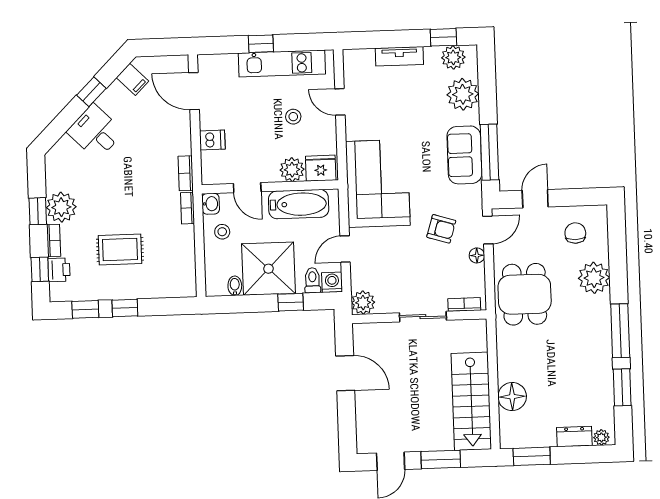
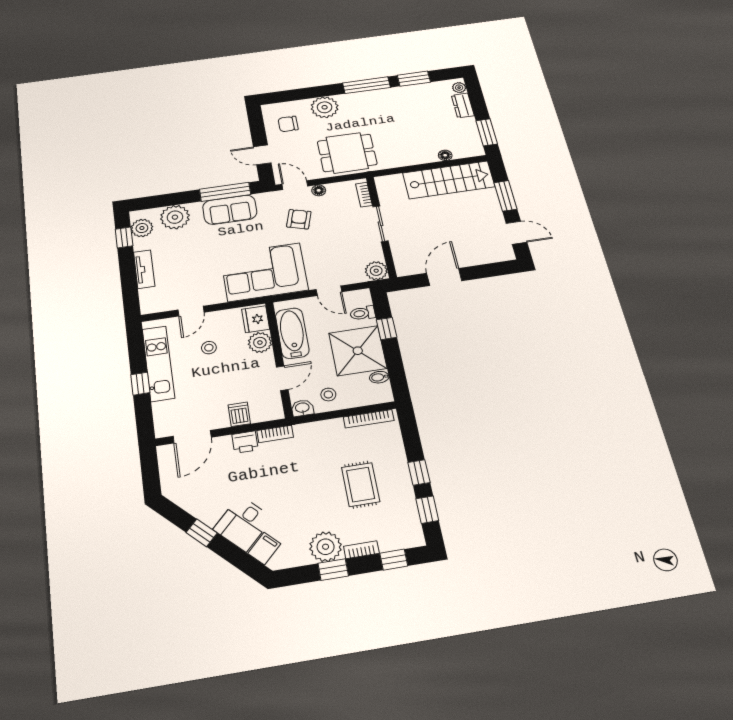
filing cabinet: (132, 79) -> (264, 549), moved
bookcase: (187, 208) -> (369, 419), moved, width x1.56
printer: (59, 270) -> (245, 442), moved, turned 180
washing machine: (332, 282) -> (362, 297), removed
floor lamp: (512, 397) -> (445, 155), width x0.53, depth x0.53

